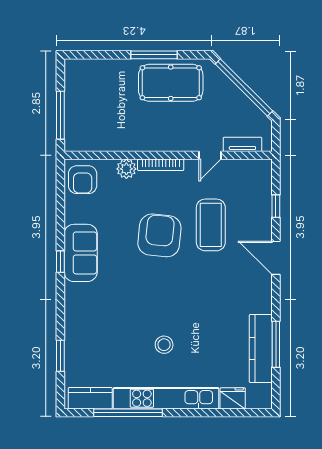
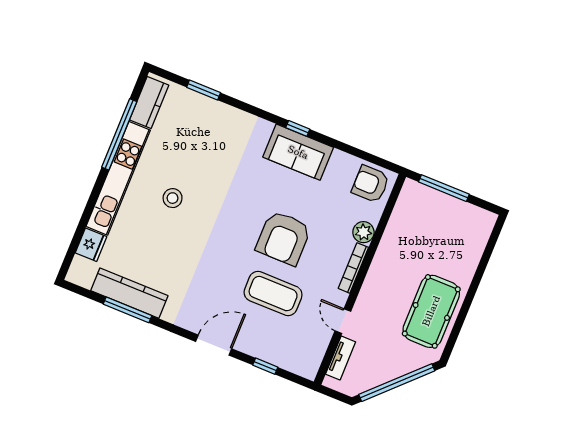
window: (154, 55) -> (466, 306), removed
armchair: (159, 235) -> (283, 238), turned 84

